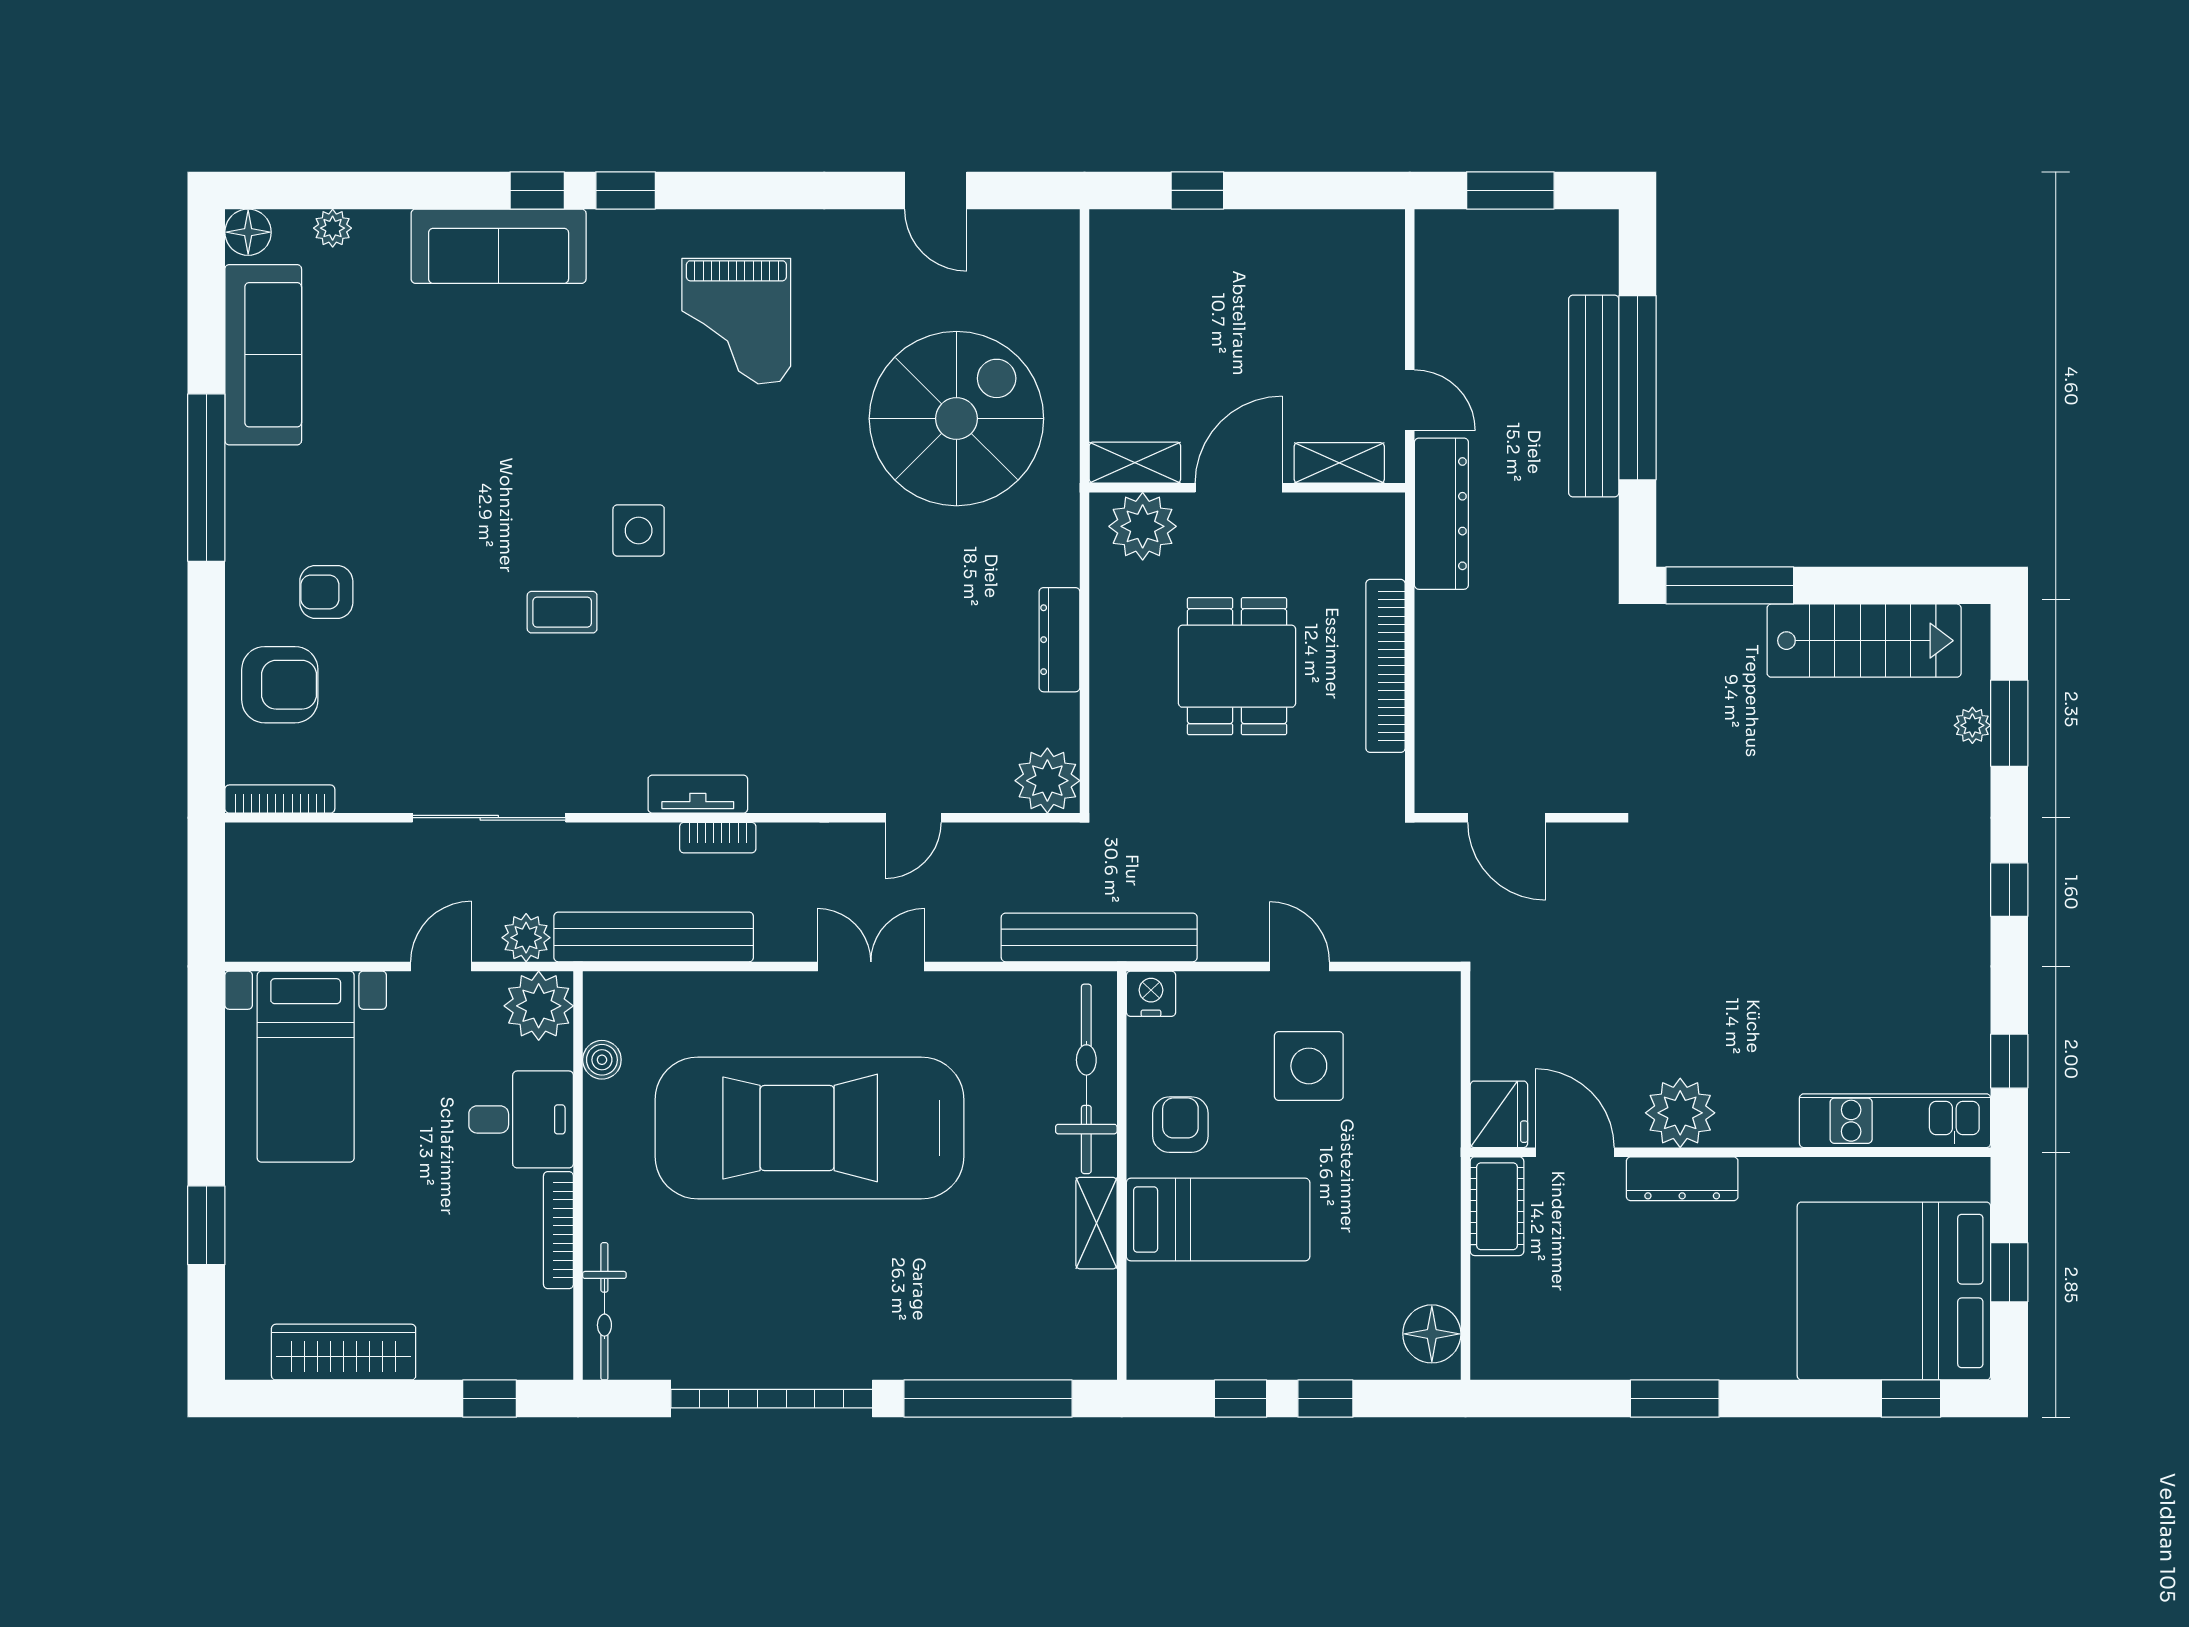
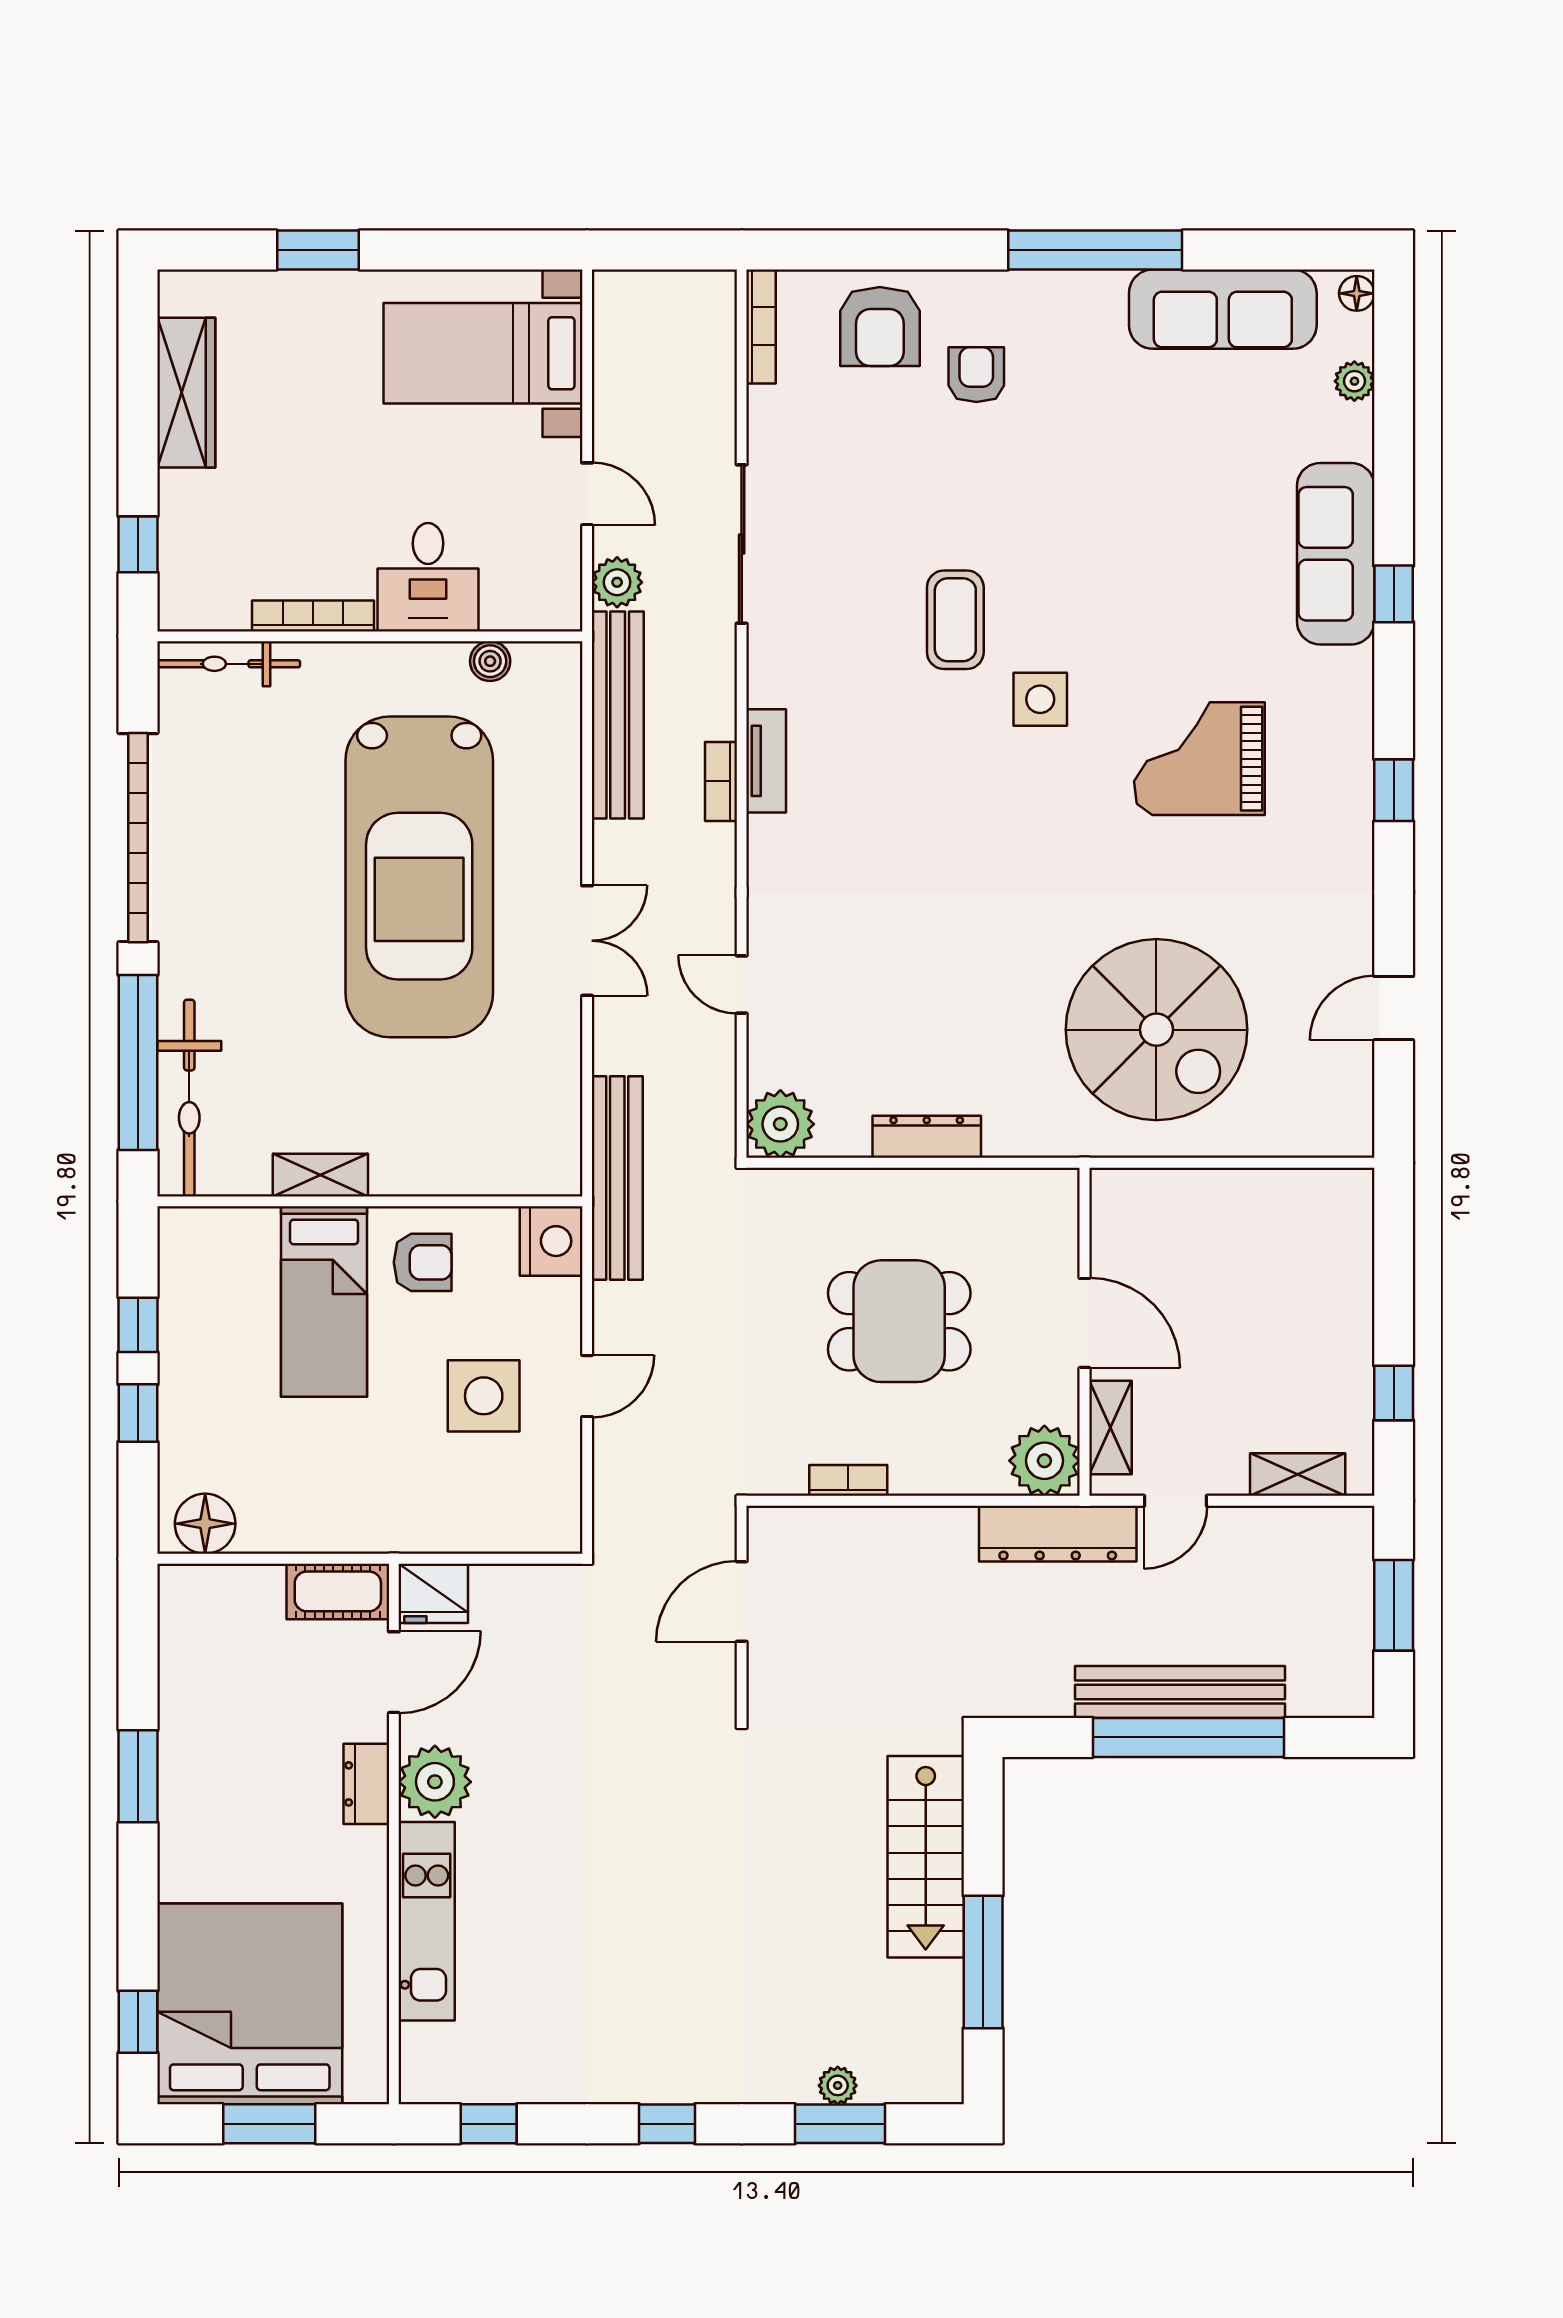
window: (626, 190) -> (1394, 790), moved
window: (1197, 190) -> (1394, 1393), moved
floor lamp: (248, 232) -> (1357, 293), width x0.73, depth x0.73
grand piano: (736, 321) -> (1199, 759), moved
shelving: (1135, 463) -> (1298, 1475), moved, turned 90
plant: (1143, 526) -> (1044, 1461), moved
window: (1730, 585) -> (983, 1962), moved
coffee table: (562, 612) -> (955, 620), width x1.36, depth x1.30
stairs: (1864, 641) -> (926, 1857), moved
bookcase: (1386, 666) -> (848, 1480), width x0.43, depth x0.76
nightstand: (1151, 994) -> (551, 1241), width x1.36, depth x1.33
plant: (539, 1006) -> (546, 595), removed
bicycle: (1086, 1079) -> (189, 1098), moved, turned 90
kitchen unit: (1895, 1121) -> (427, 1921), moved
car: (809, 1128) -> (419, 877), turned 180
dresser: (1682, 1179) -> (366, 1784), width x0.70
window: (2009, 1272) -> (269, 2124), width x1.50

